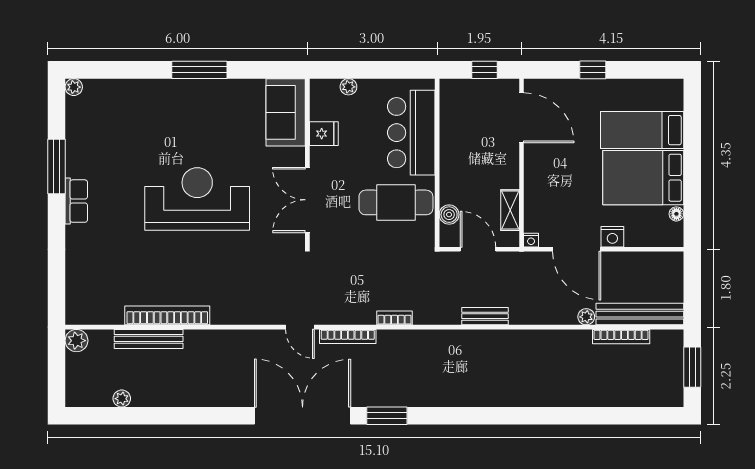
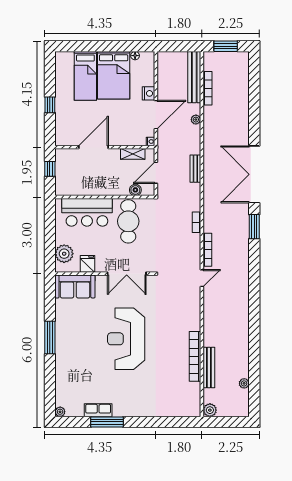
plant: (348, 87) -> (64, 254), width x1.87, depth x1.87
door: (521, 118) -> (94, 147), moved
row of seats: (76, 201) -> (98, 410), moved
plant: (586, 317) -> (196, 120), moved
double door: (303, 416) -> (254, 174), moved

